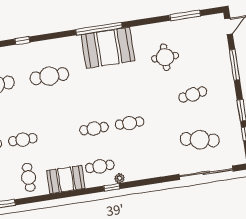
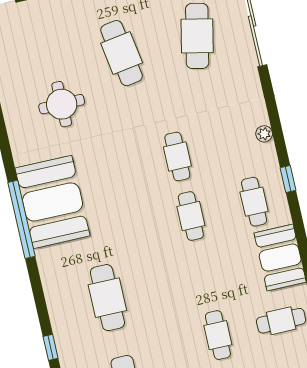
cafe table: (193, 95) -> (122, 53), width x1.37, depth x1.35
plant: (120, 178) -> (264, 134), moved

